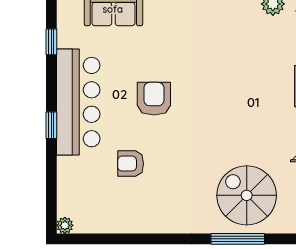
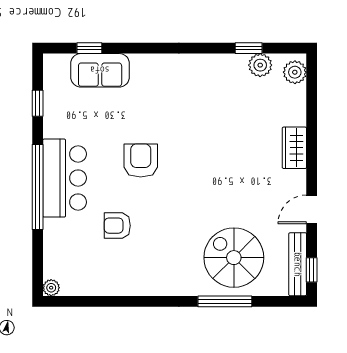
bar counter: (78, 102) -> (65, 178), width x0.73
window: (51, 125) -> (38, 187), width x3.17

